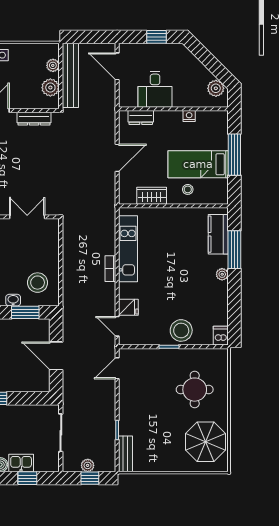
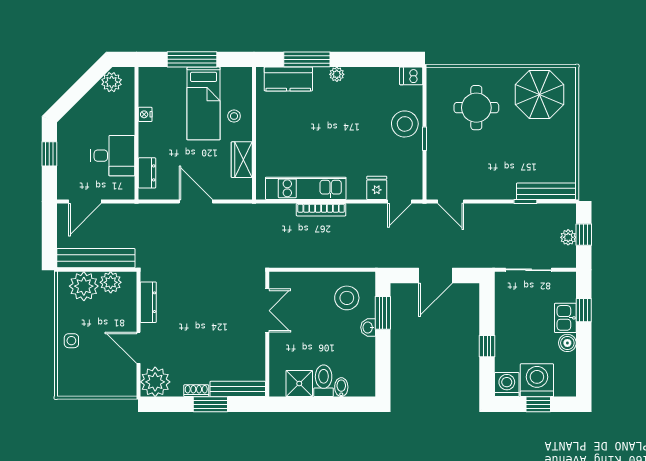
plant: (53, 65) -> (84, 286), width x1.87, depth x1.87
double door: (27, 217) -> (267, 311), swing flipped
bookcase: (110, 269) -> (321, 210), width x1.56
bench: (126, 454) -> (546, 191), width x1.36

